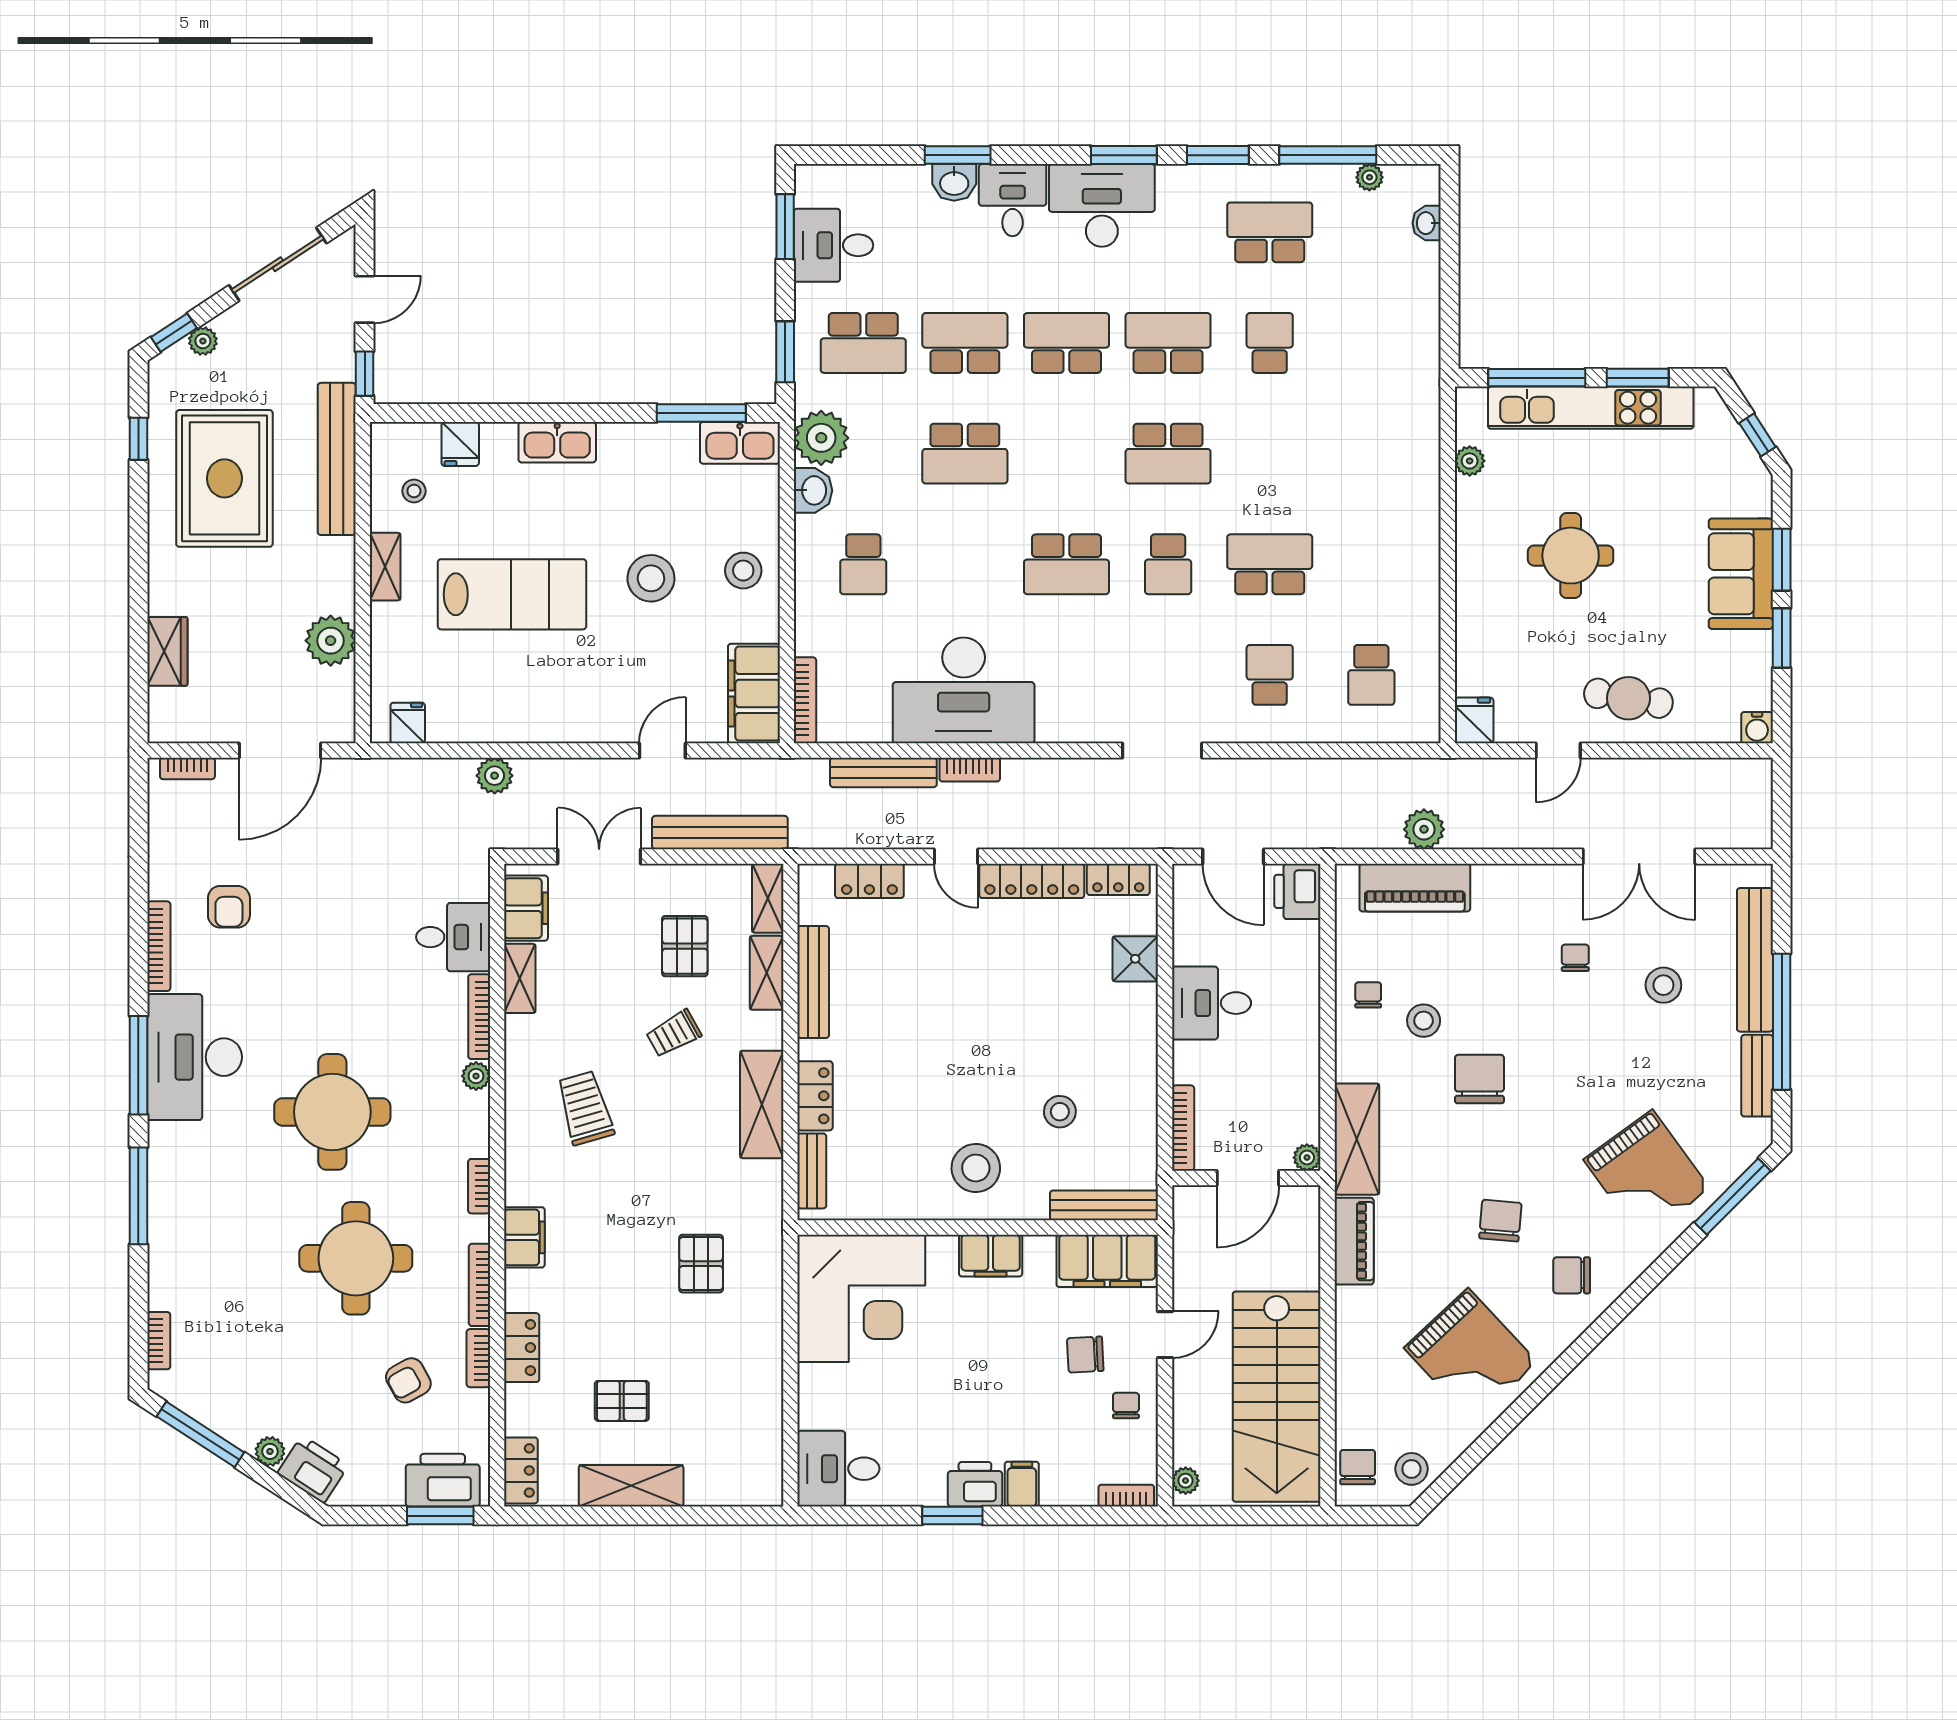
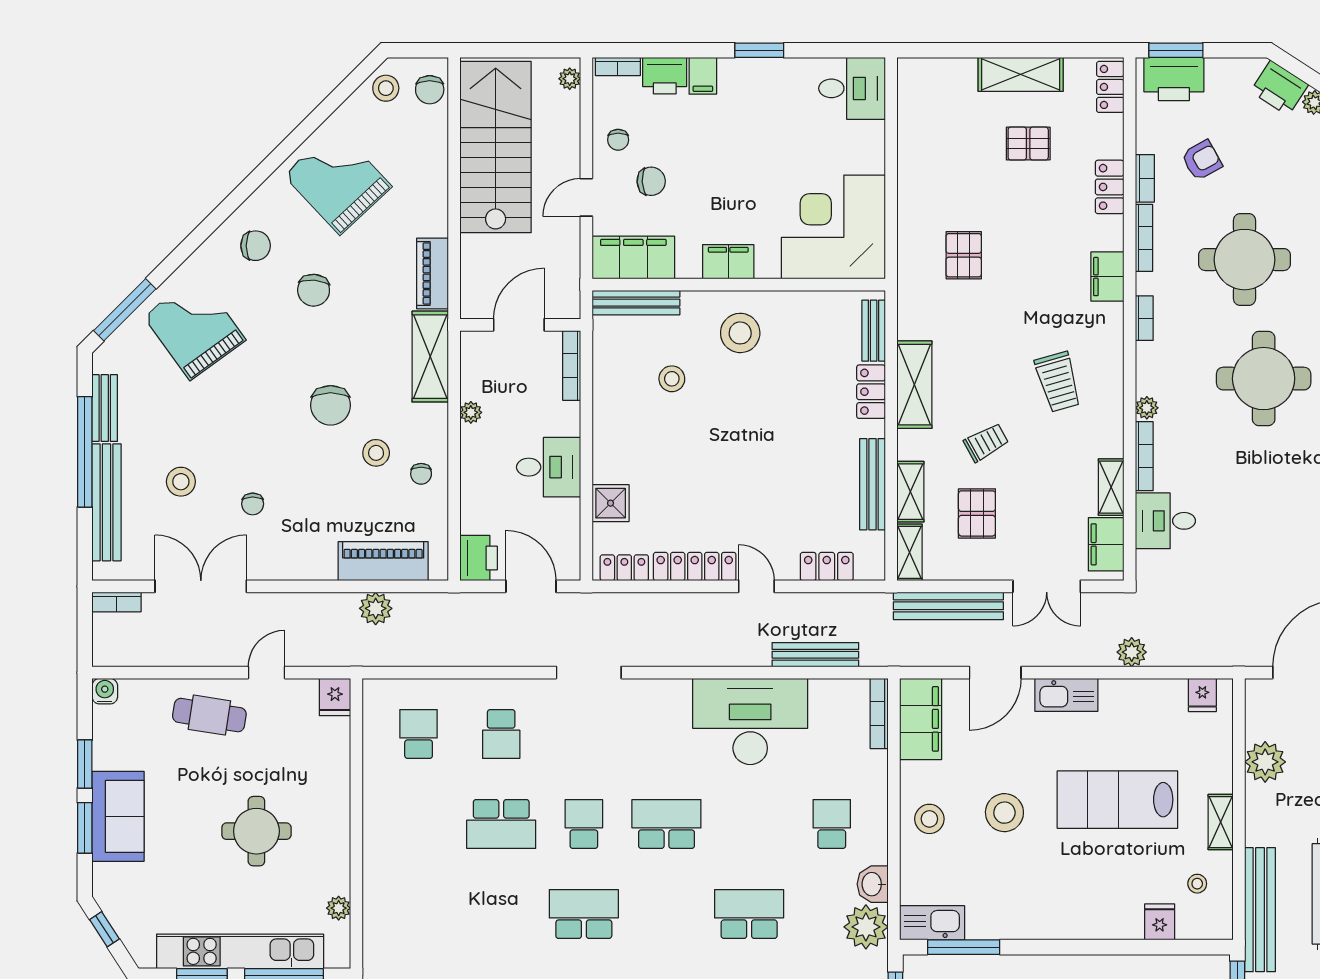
kitchen sink: (557, 442) -> (1066, 695), moved, turned 180
door: (662, 750) -> (995, 673), width x1.38
bookcase: (970, 770) -> (117, 602), moved, turned 180
plant: (1307, 1157) -> (471, 412), moved
printer: (975, 1484) -> (665, 76), moved

